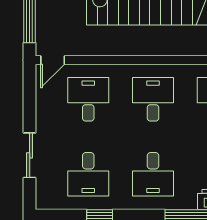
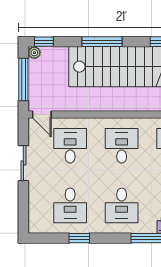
door: (53, 60) -> (42, 115), hinge flipped
sliding door: (30, 155) -> (23, 163), moved

